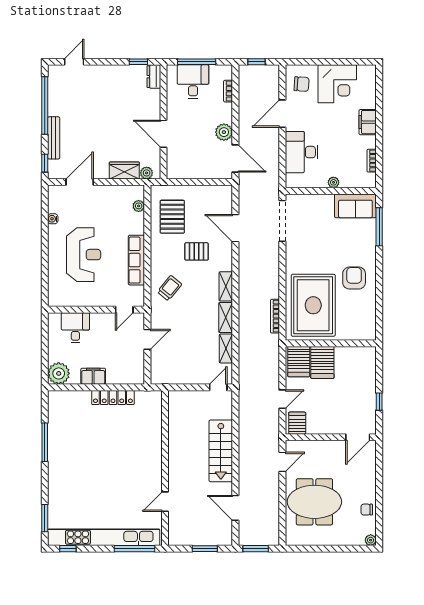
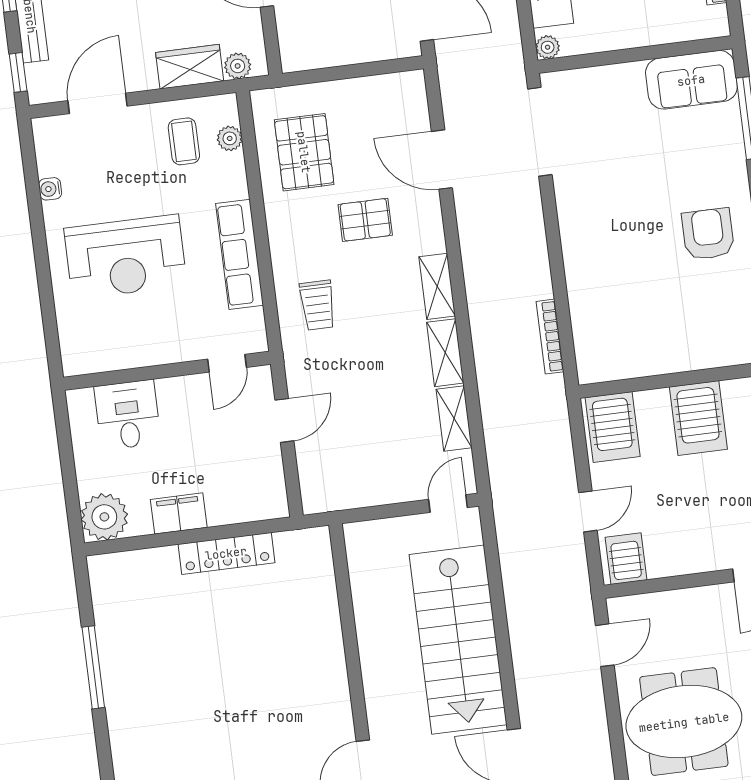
plant: (333, 182) -> (548, 47), moved
coffee table: (117, 205) -> (184, 141), added
reception desk: (84, 255) -> (126, 257), turned 90
trolley: (170, 288) -> (318, 305), turned 141
rug: (313, 305) -> (628, 303), removed
server rack: (322, 362) -> (698, 418), moved
stairs: (221, 451) -> (458, 640), width x1.36, depth x1.51

